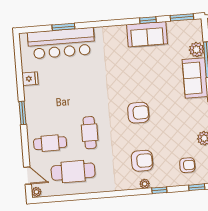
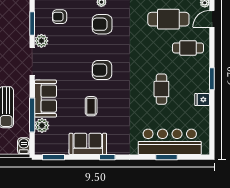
window: (148, 20) -> (107, 157), moved
coffee table: (147, 74) -> (91, 106), added
fridge: (30, 79) -> (202, 100), moved
cafe table: (90, 133) -> (161, 89), moved
door: (28, 176) -> (212, 19), hinge flipped

